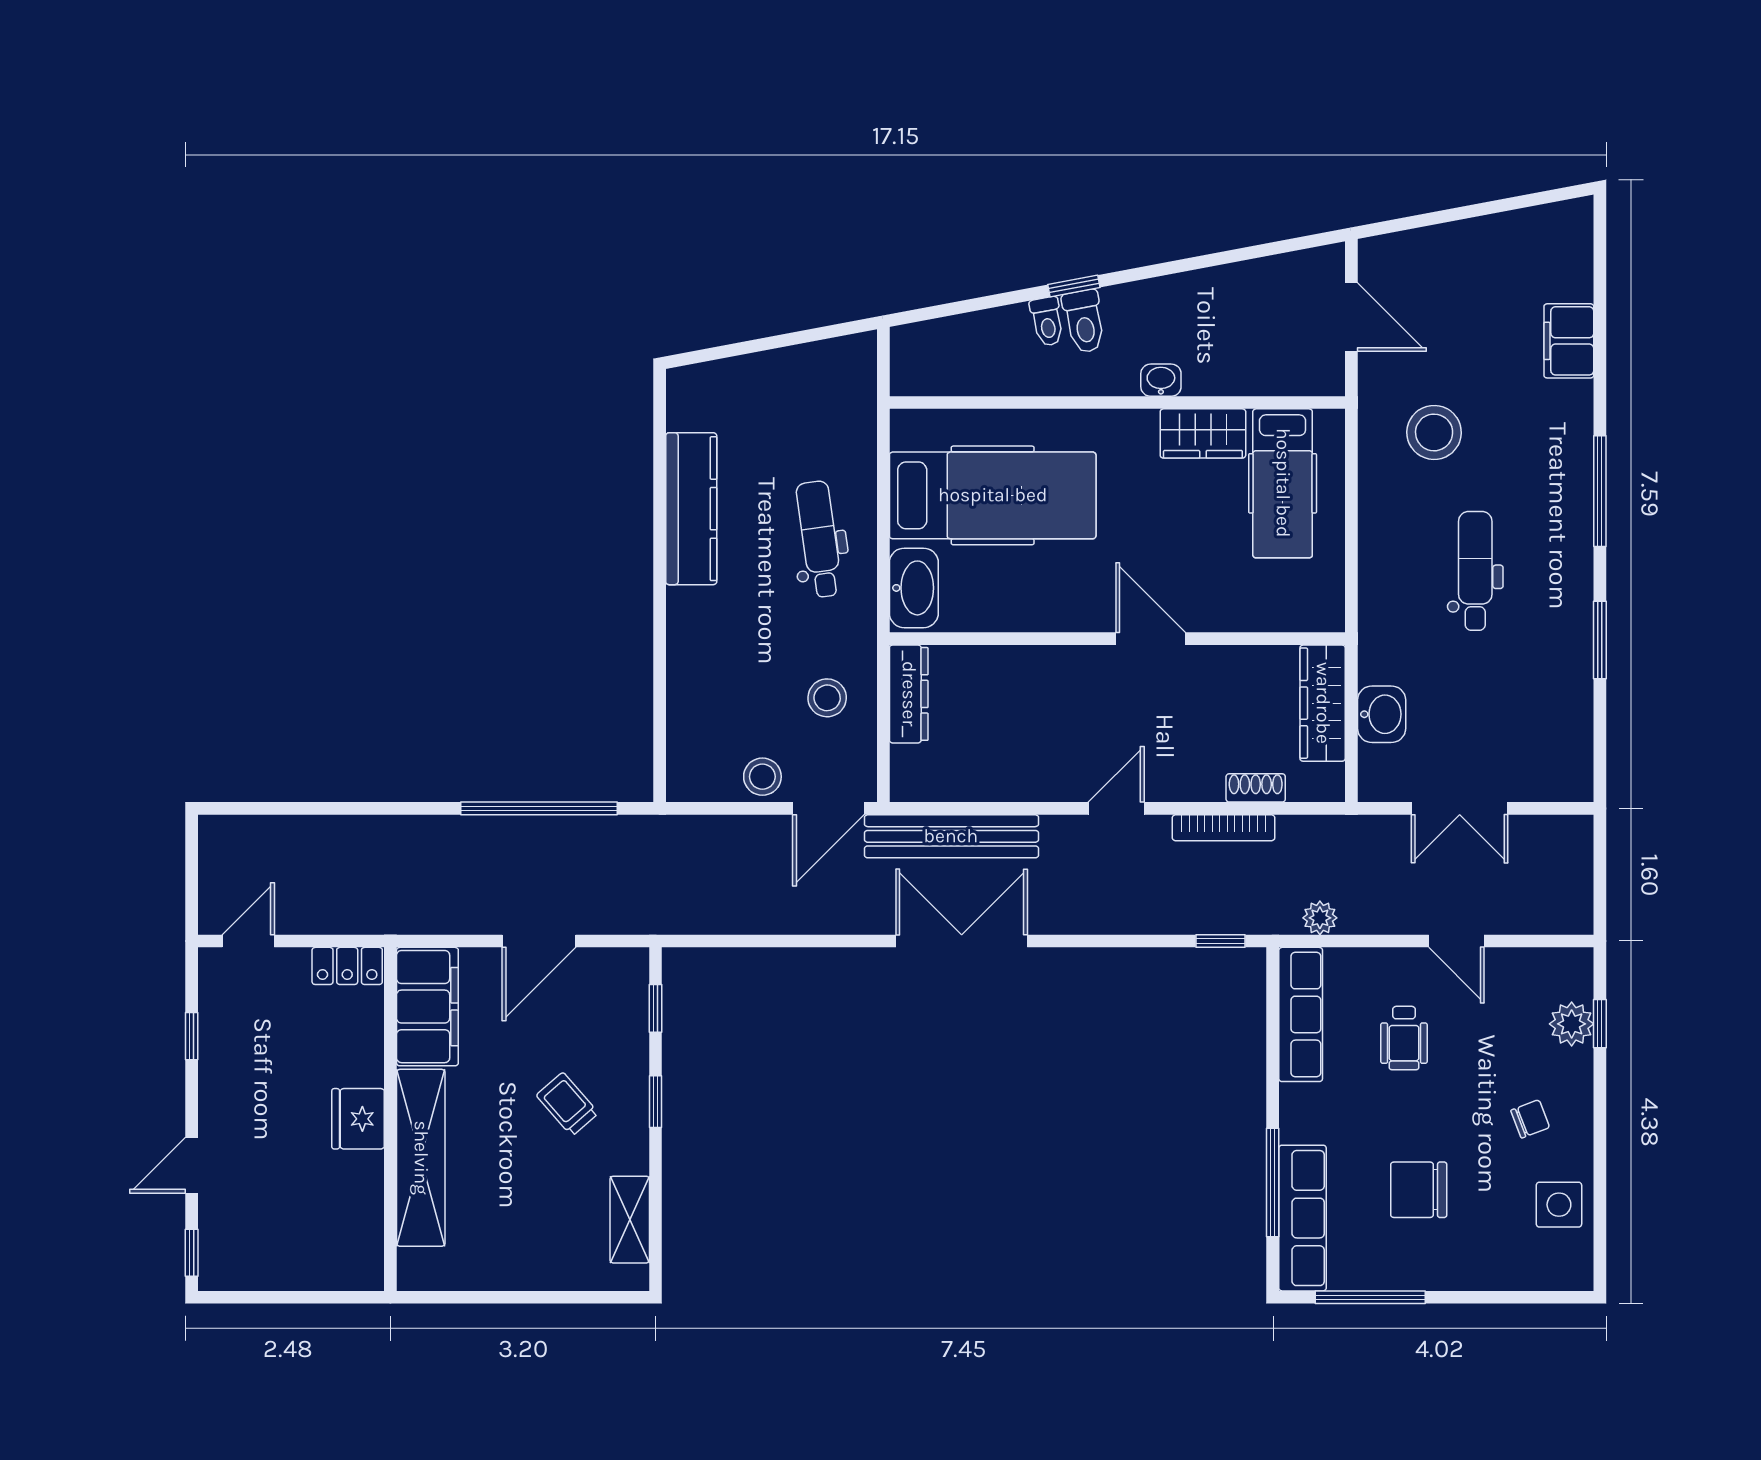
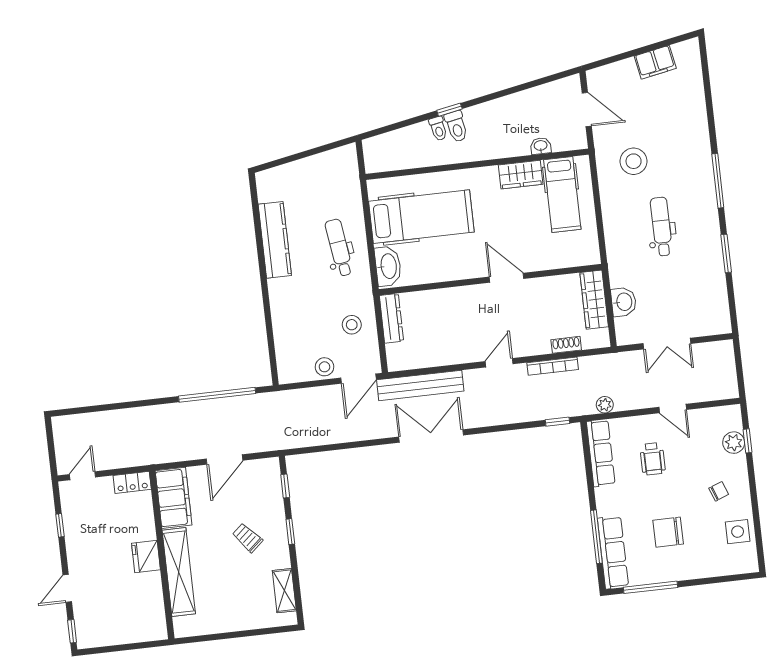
filing cabinet: (1569, 341) -> (655, 62), moved, turned -101
washbasin: (1161, 380) -> (541, 146), moved

